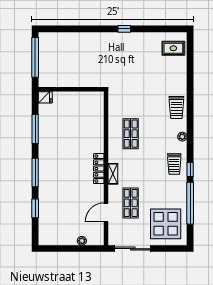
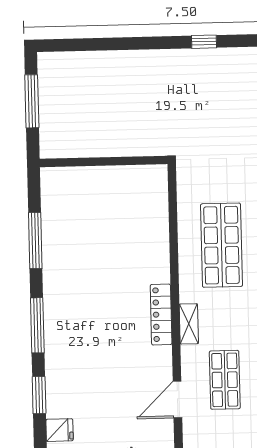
window: (35, 57) -> (32, 101), width x0.68
fridge: (45, 97) -> (60, 430), moved
shop shelf: (131, 134) -> (221, 245), width x1.43, depth x1.36

